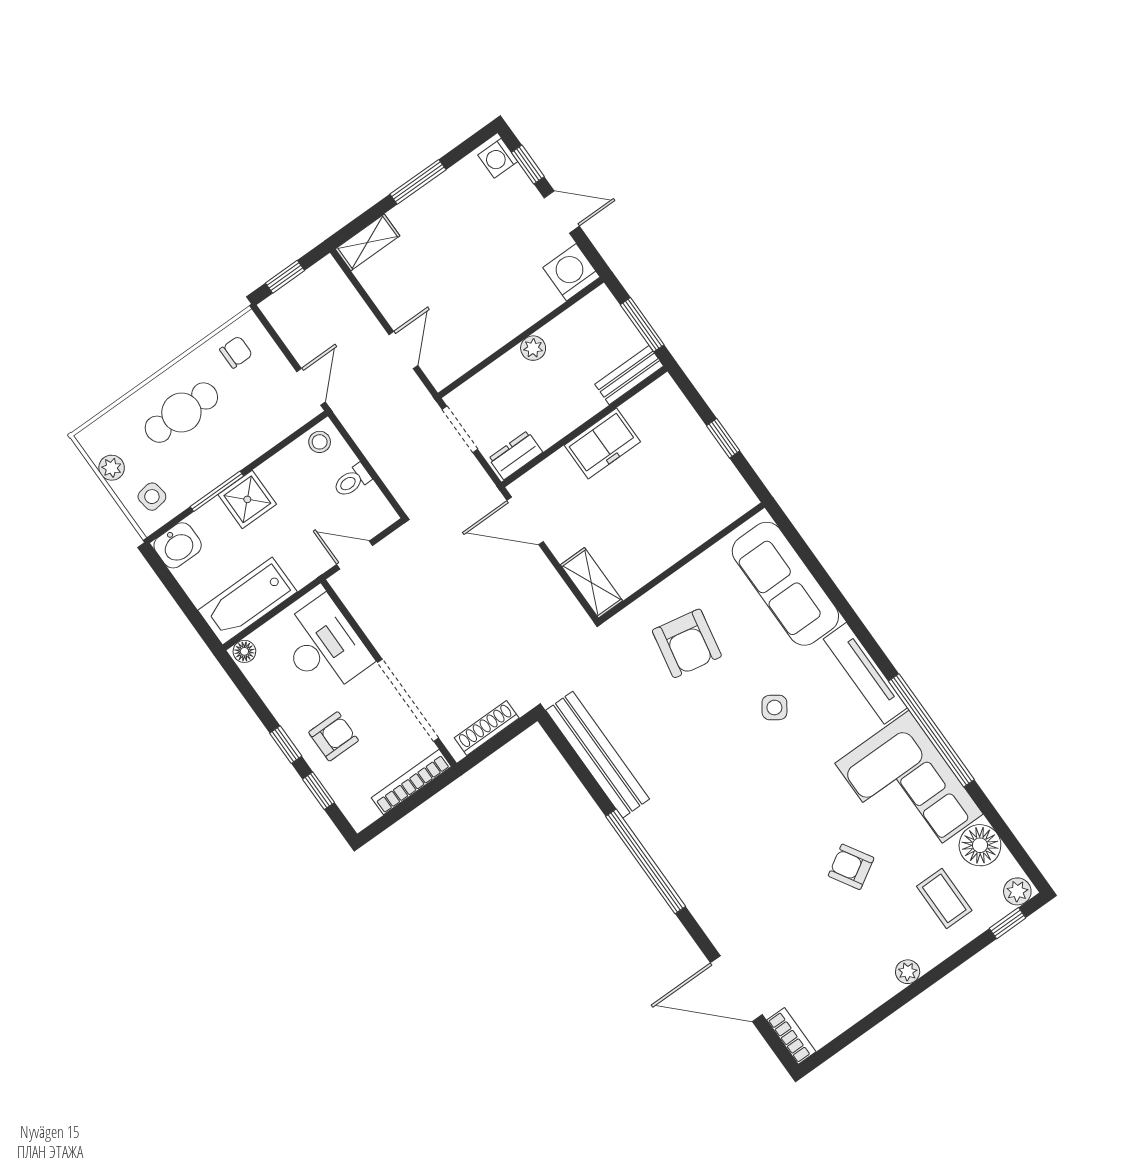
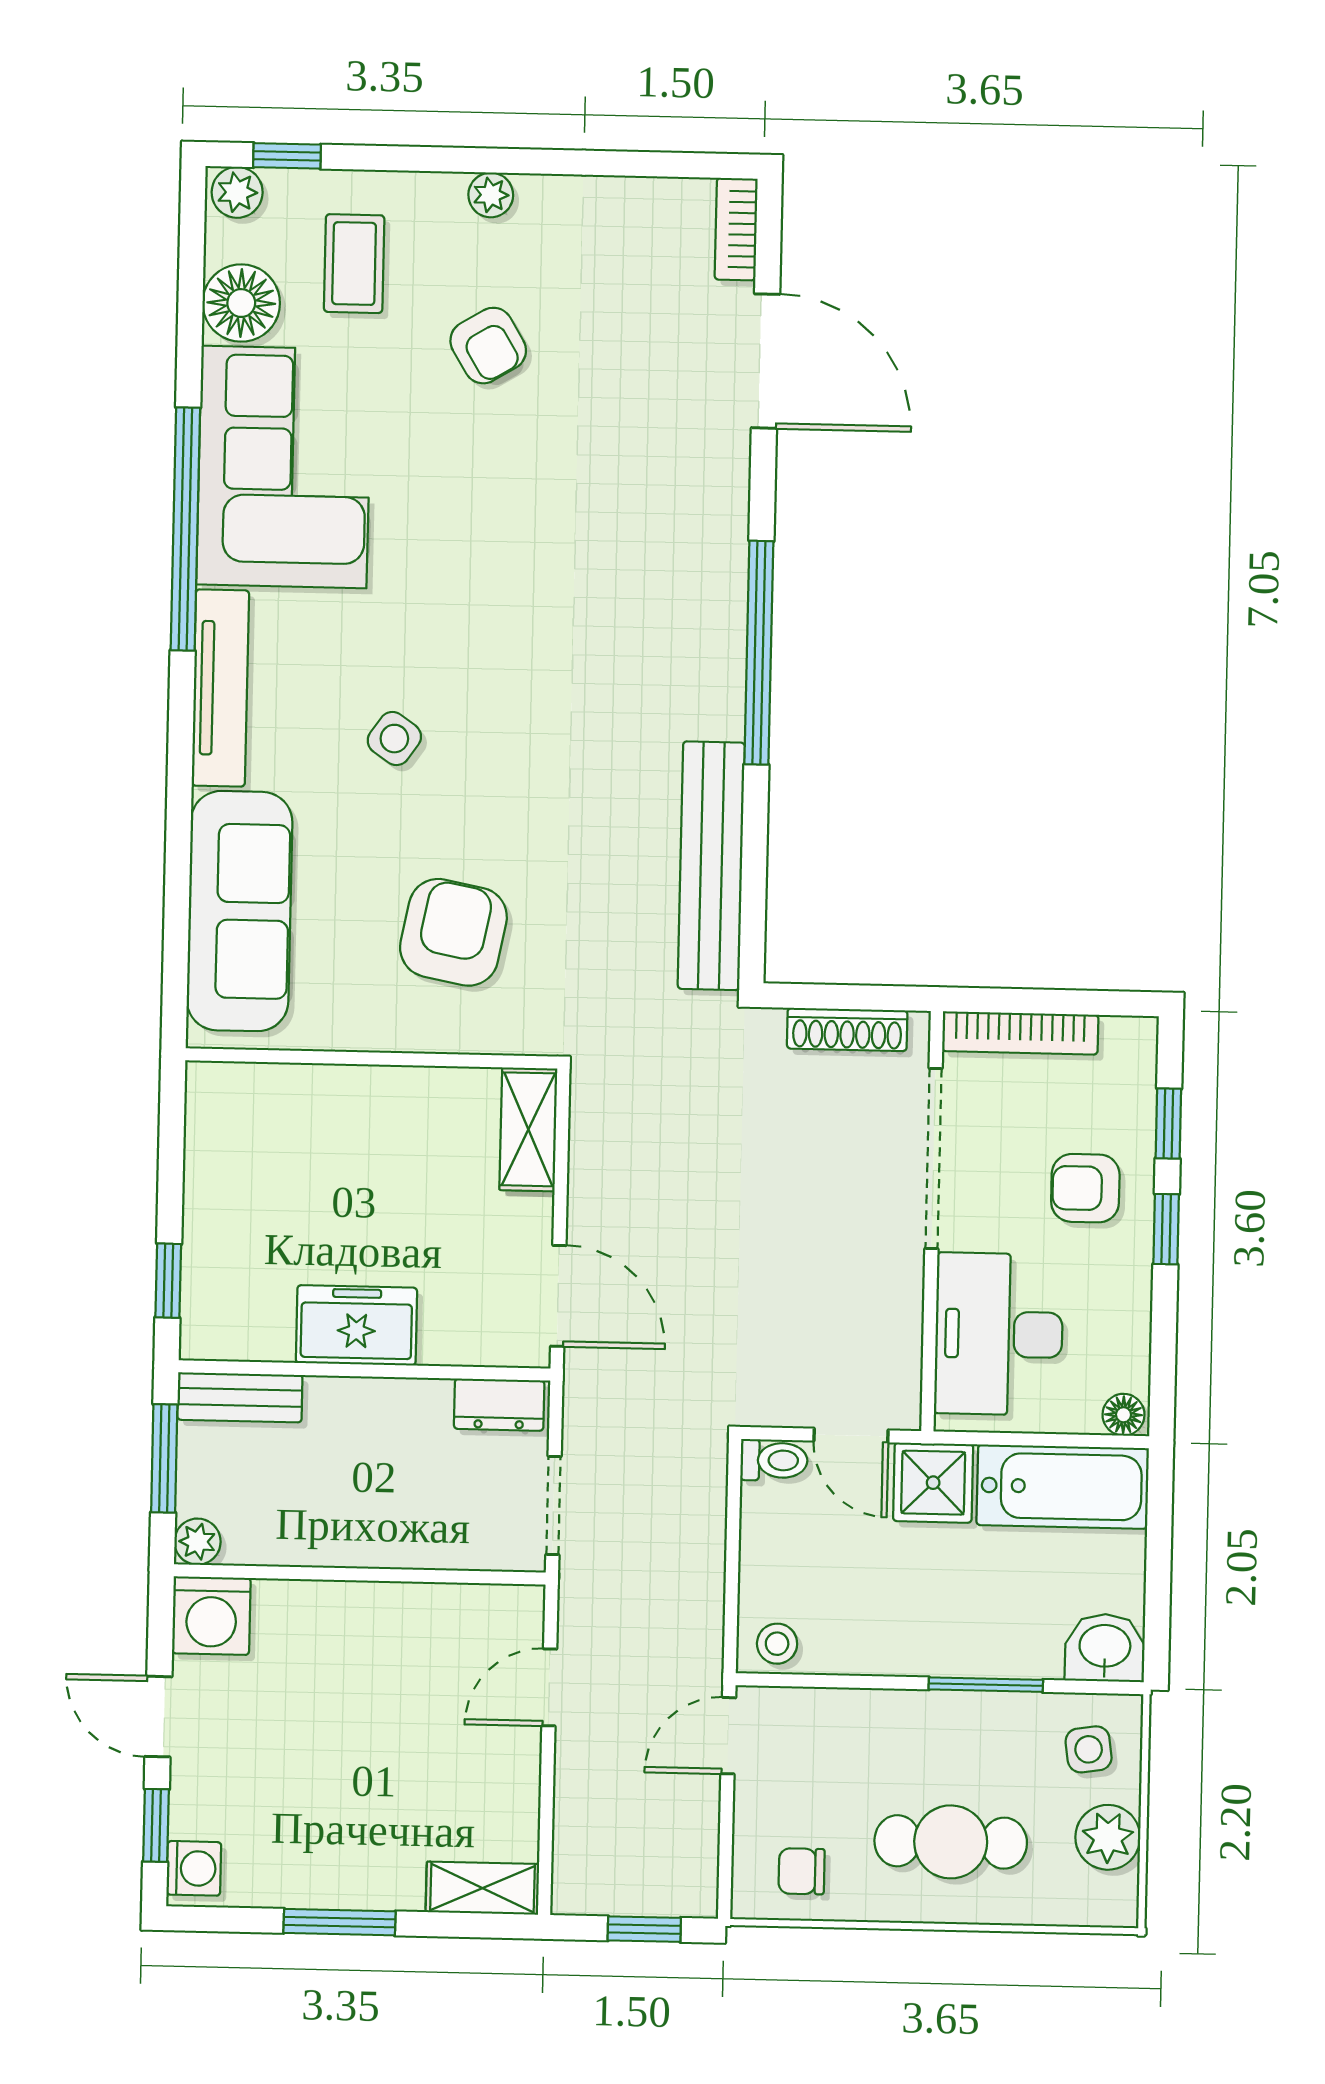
plant: (533, 348) -> (197, 1542), moved
window: (723, 438) -> (168, 1281), moved
plant: (112, 468) -> (1108, 1837), width x1.38, depth x1.38
toilet: (352, 481) -> (774, 1460), moved
shower: (247, 499) -> (933, 1483), moved
armchair: (851, 867) -> (488, 346), moved

